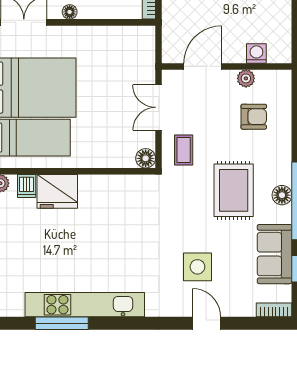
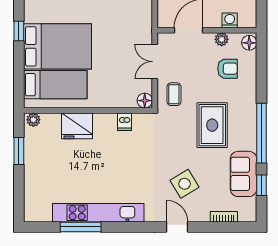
dishwasher: (27, 186) -> (124, 122), moved
floor lamp: (282, 195) -> (249, 43), moved
side table: (197, 267) -> (184, 184), turned -31
bookcase: (274, 310) -> (224, 217), moved
door: (206, 323) -> (177, 227), moved

